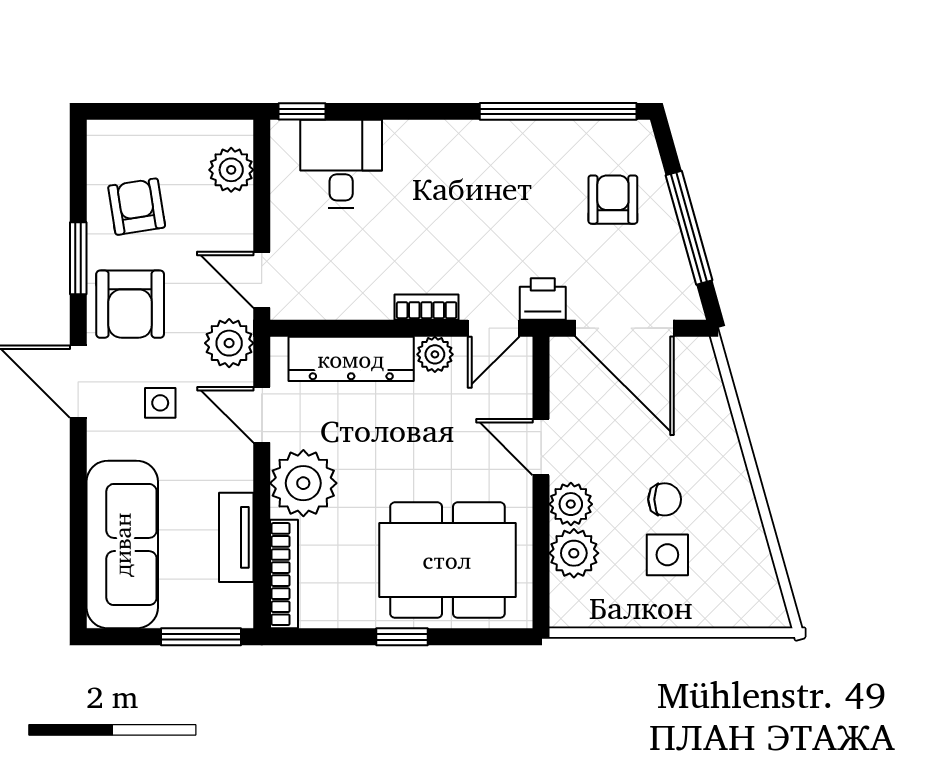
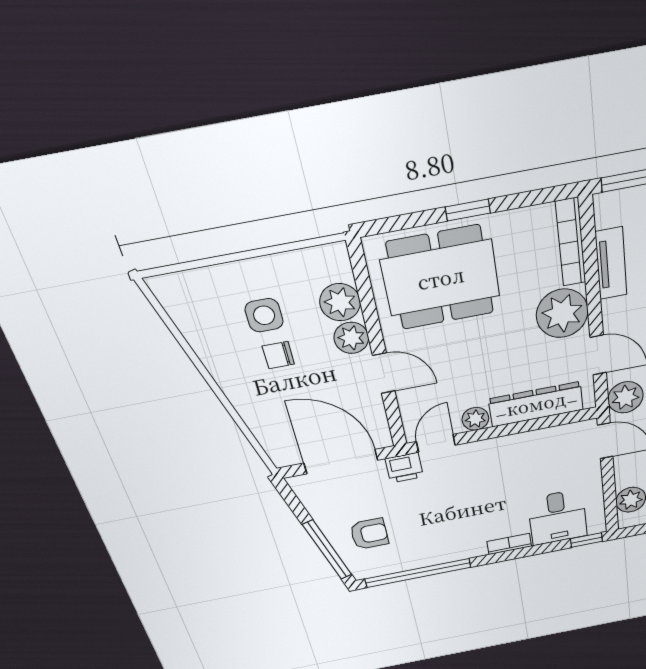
armchair: (613, 200) -> (369, 534), turned -90
window: (689, 228) -> (327, 550), moved
bookcase: (427, 307) -> (509, 544), moved, turned 180

